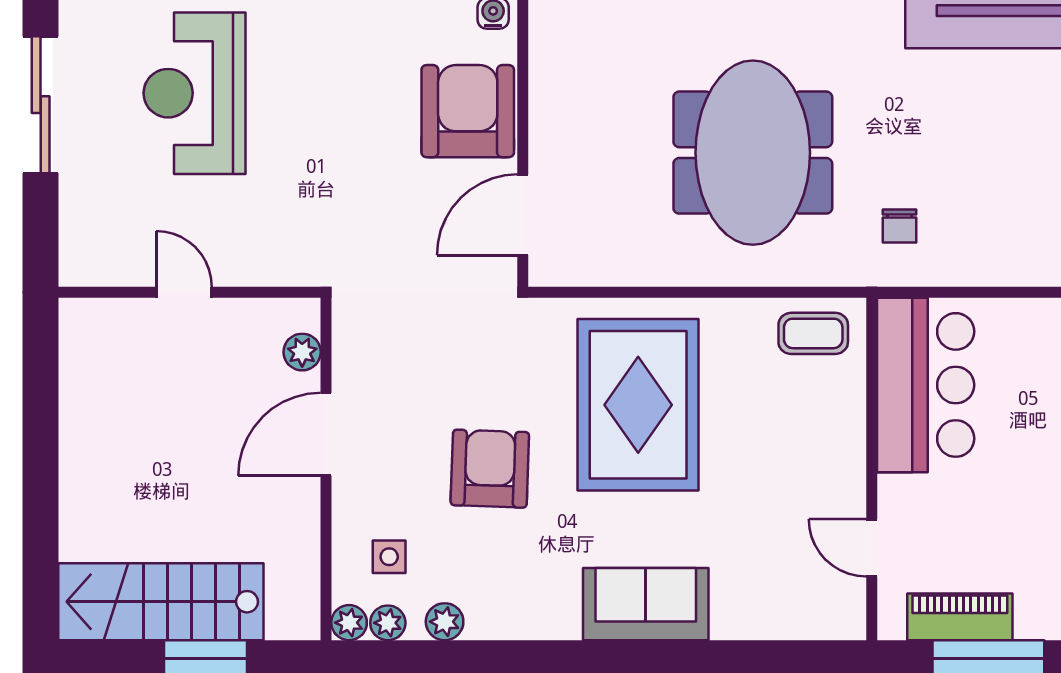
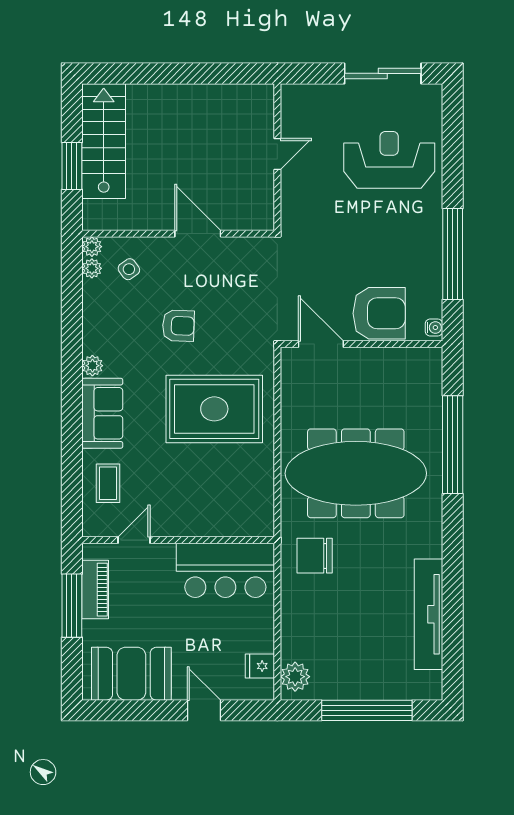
meeting table: (753, 153) -> (356, 473), width x1.36
chair: (899, 226) -> (315, 556), width x1.87, depth x1.87
coffee table: (813, 333) -> (108, 483), moved
plant: (302, 352) -> (244, 220), removed
armchair: (490, 469) -> (178, 326), width x0.72, depth x0.72
side table: (389, 557) -> (129, 269), turned -36
plant: (445, 622) -> (92, 366), moved

